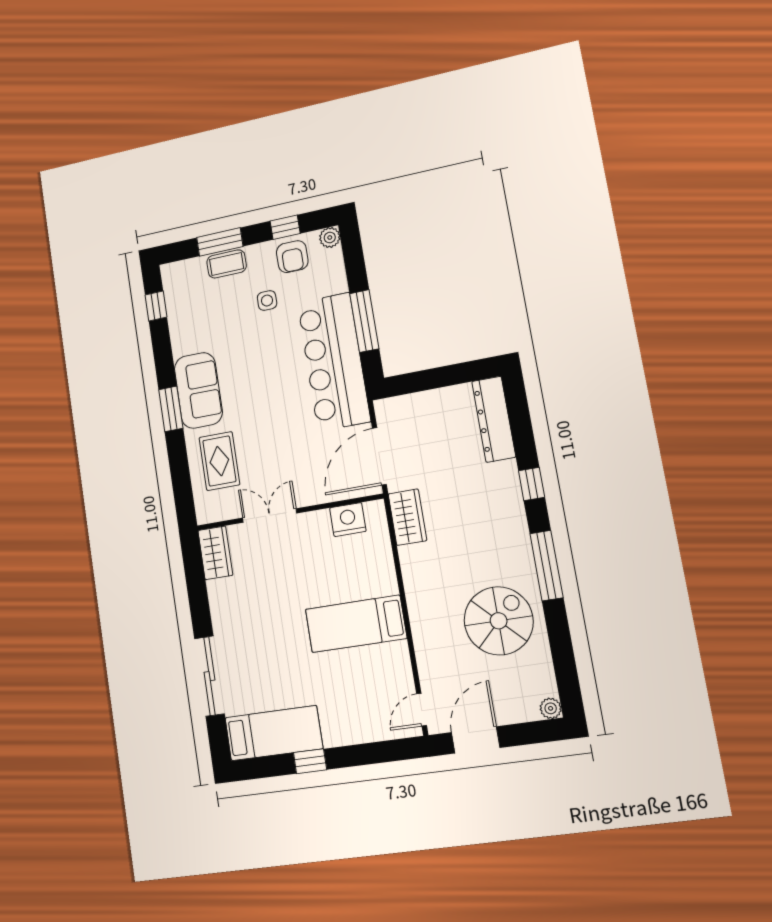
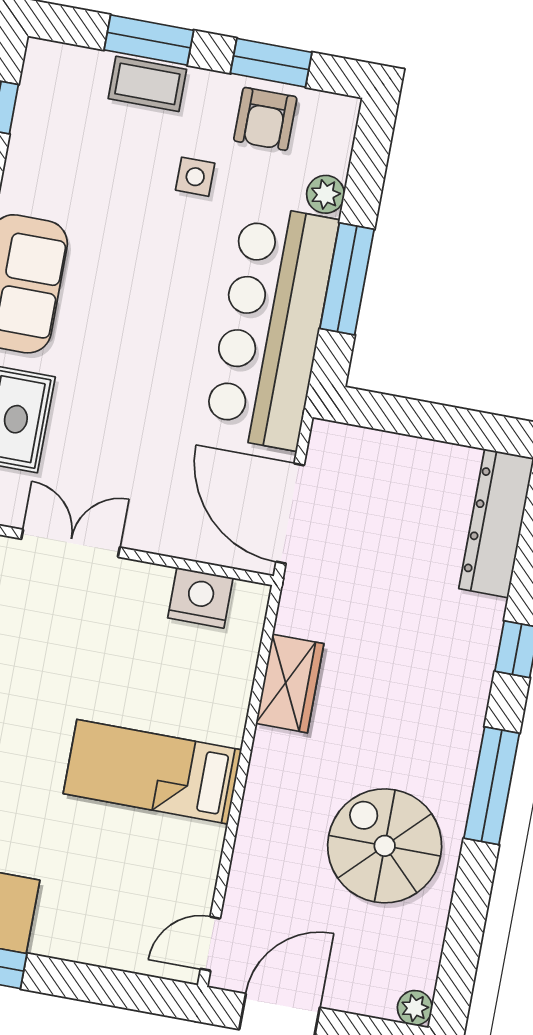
window: (285, 227) -> (271, 63), width x1.50
plant: (330, 237) -> (326, 194), moved
door: (379, 456) -> (290, 513), hinge flipped
wardrobe: (407, 517) -> (290, 683), moved
spiral stairs: (499, 621) -> (385, 846), turned -90

